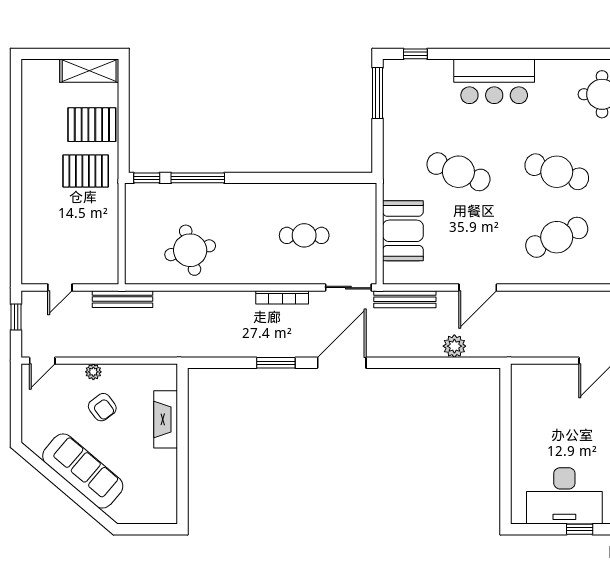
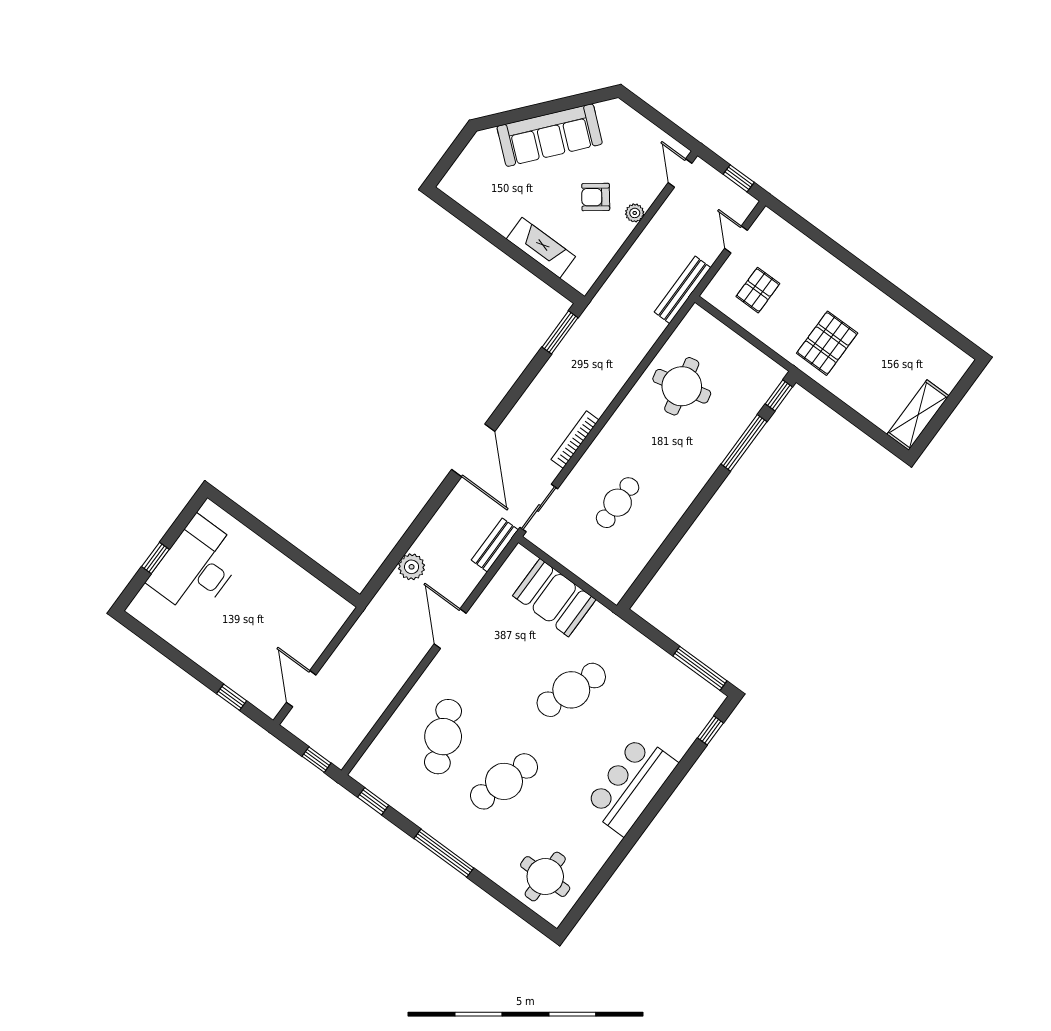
pallet: (92, 125) -> (758, 290), moved, width x0.67, depth x0.71
bench: (405, 299) -> (495, 545), width x0.73
window: (276, 363) -> (560, 332), moved

